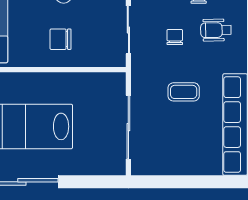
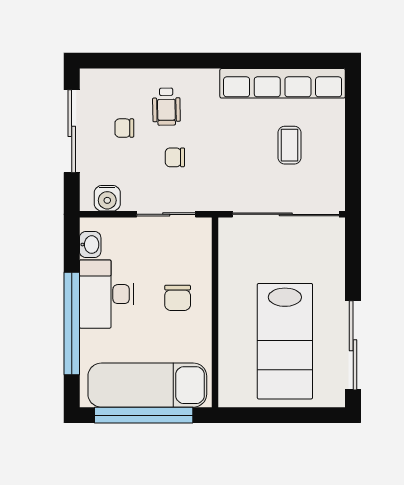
coffee table: (184, 92) -> (289, 145), moved
sliding door: (128, 127) -> (286, 214), width x1.36

